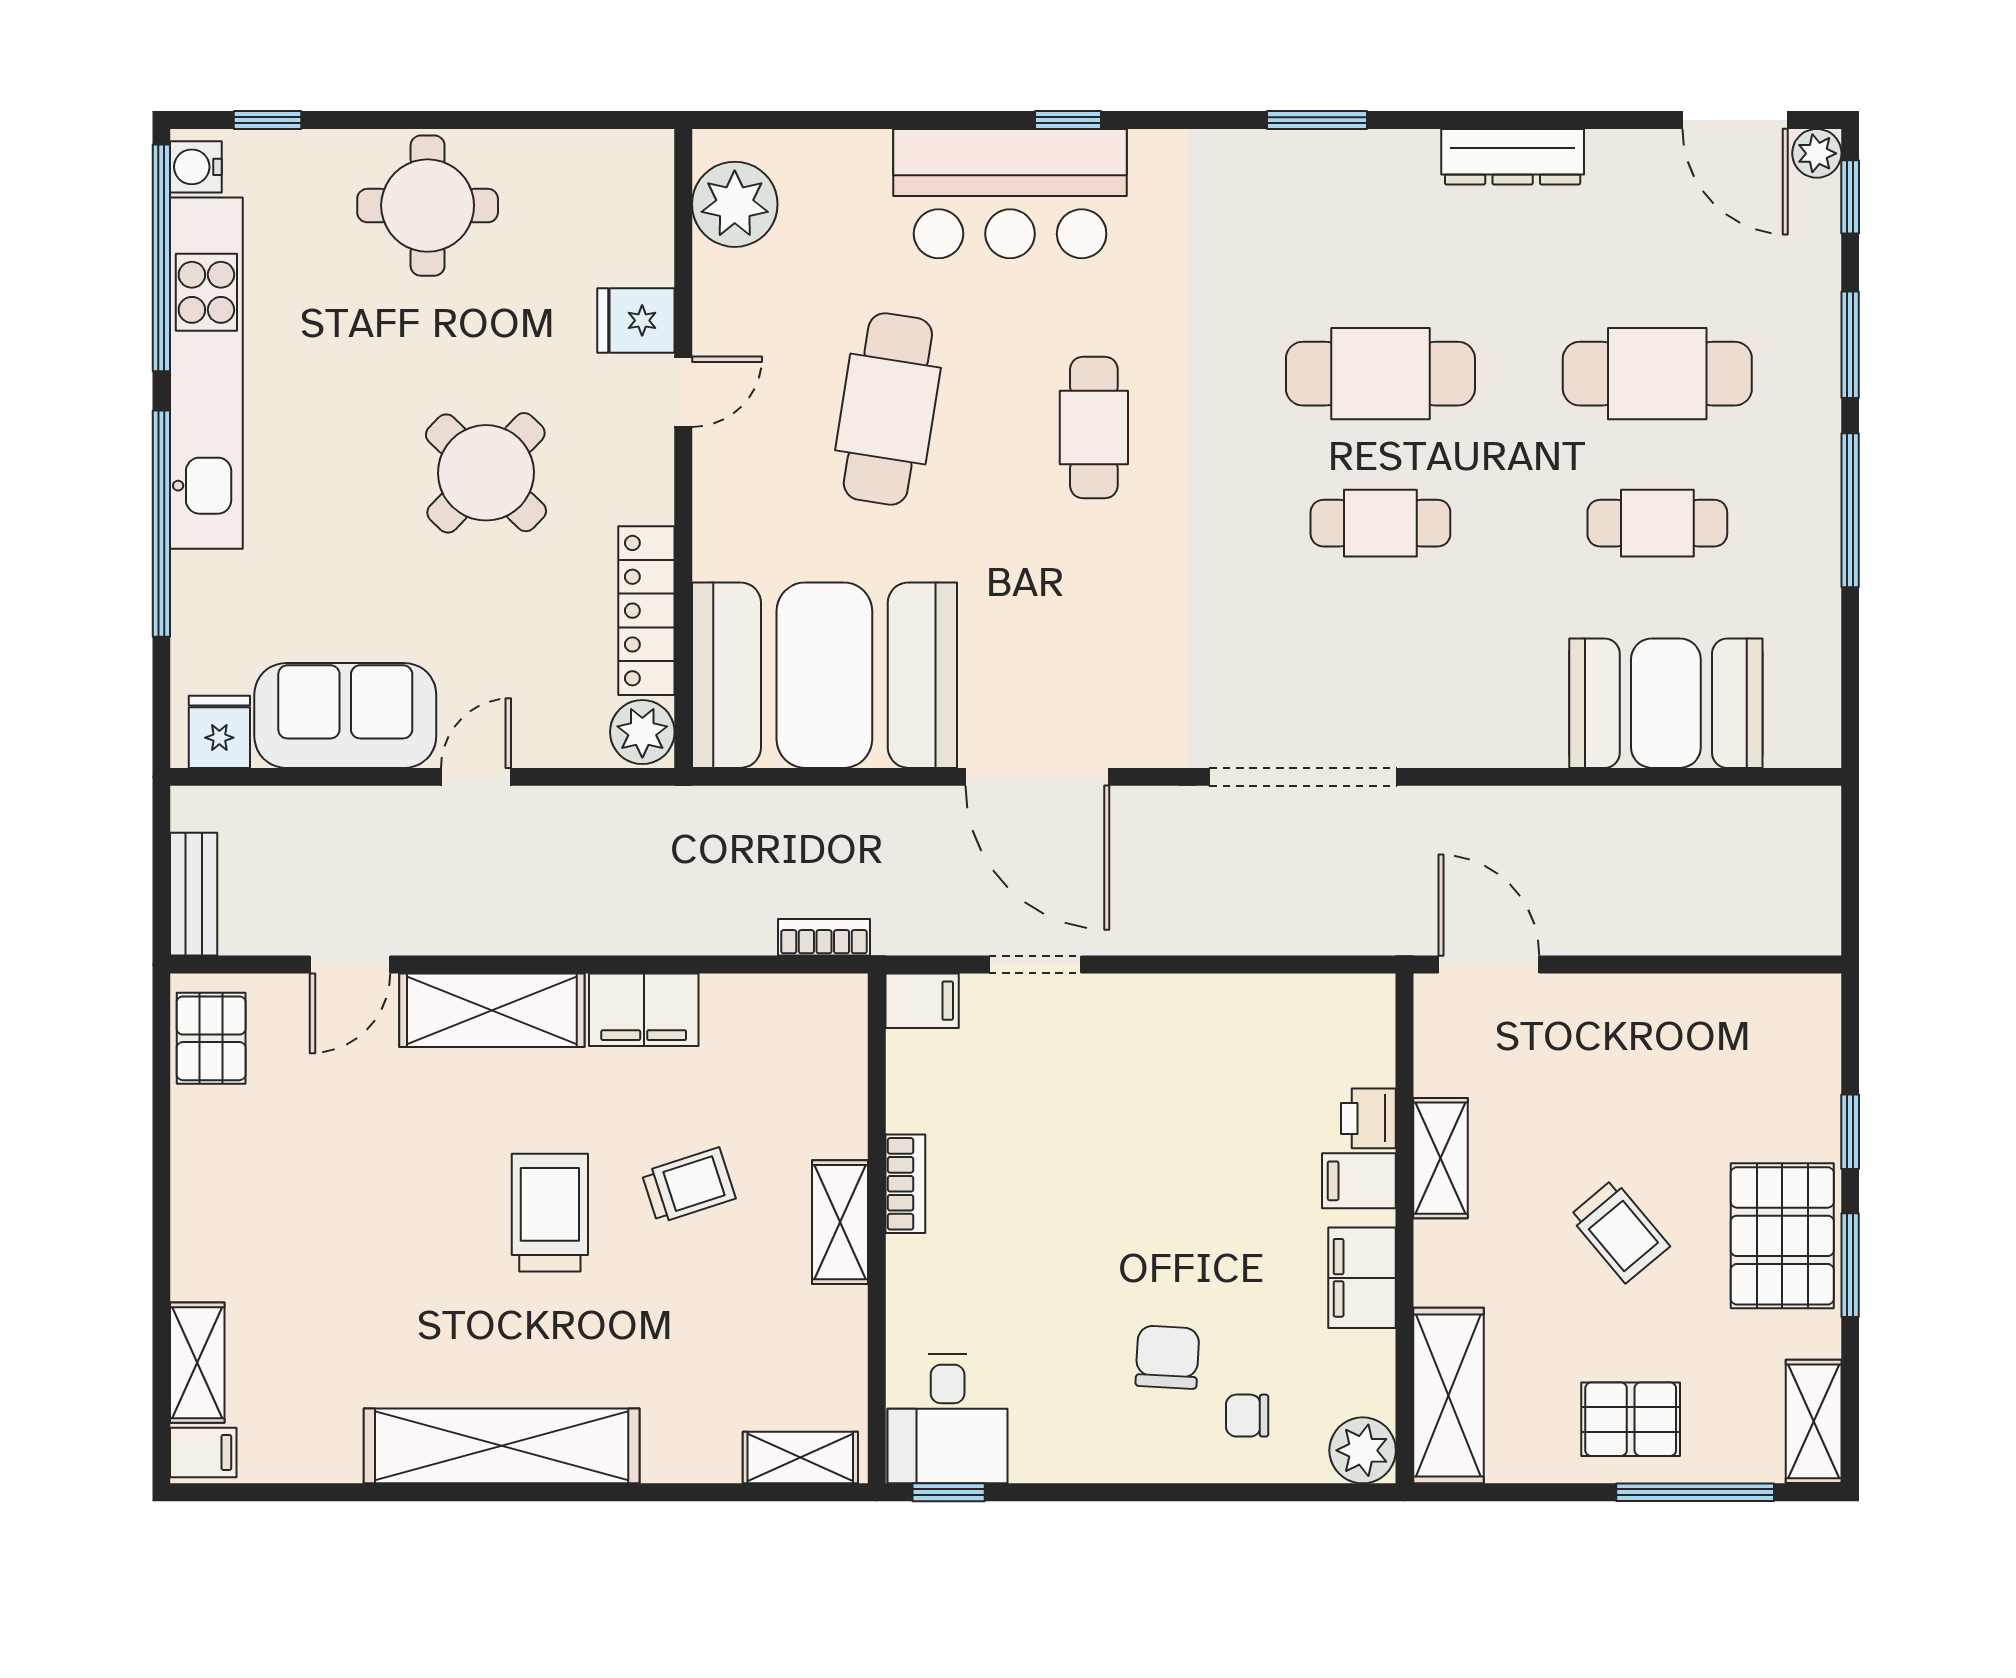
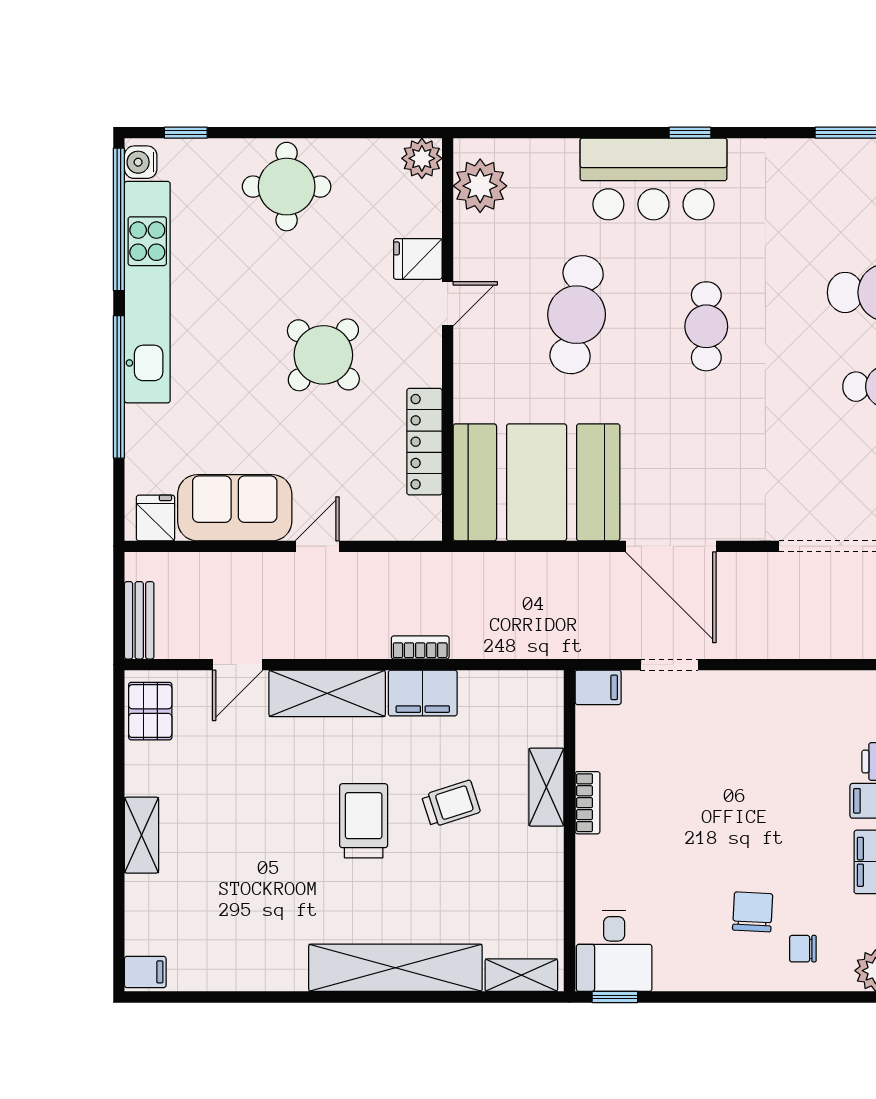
plant: (642, 732) -> (422, 158), moved
bookcase: (824, 937) -> (420, 647), moved
shelving: (840, 1222) -> (546, 787), moved
shelving: (197, 1363) -> (141, 835), moved
shelving: (502, 1446) -> (395, 968), moved

